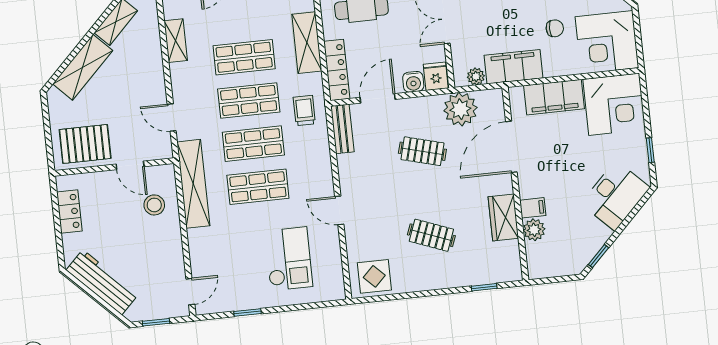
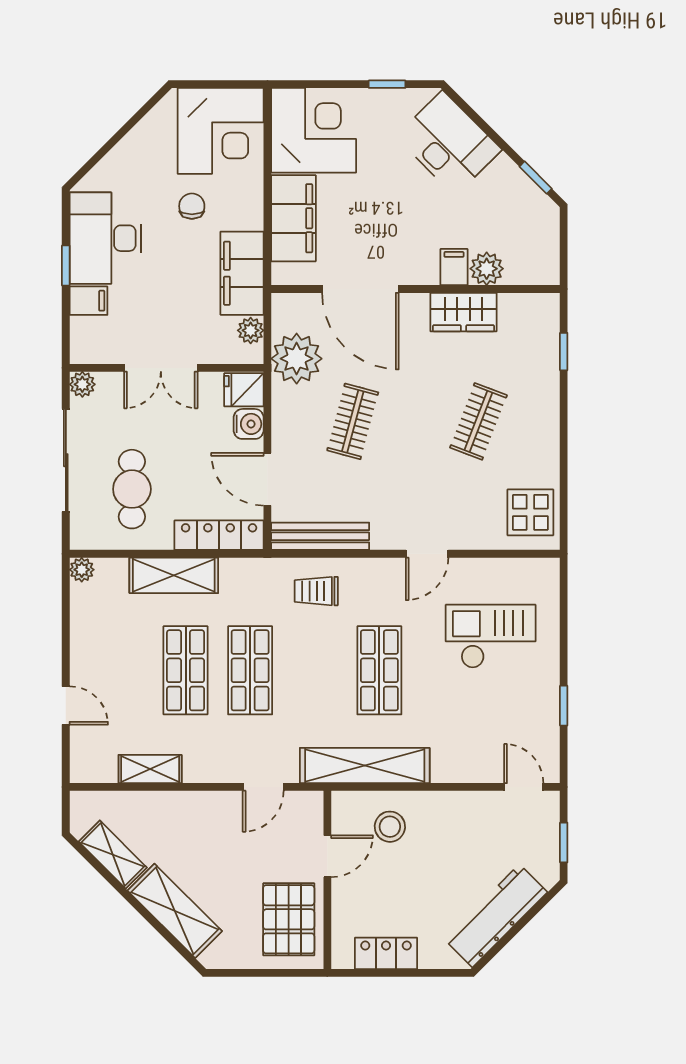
trolley: (304, 110) -> (316, 591), moved
bench: (342, 129) -> (320, 536), width x1.36
shop shelf: (253, 144) -> (315, 670), removed

